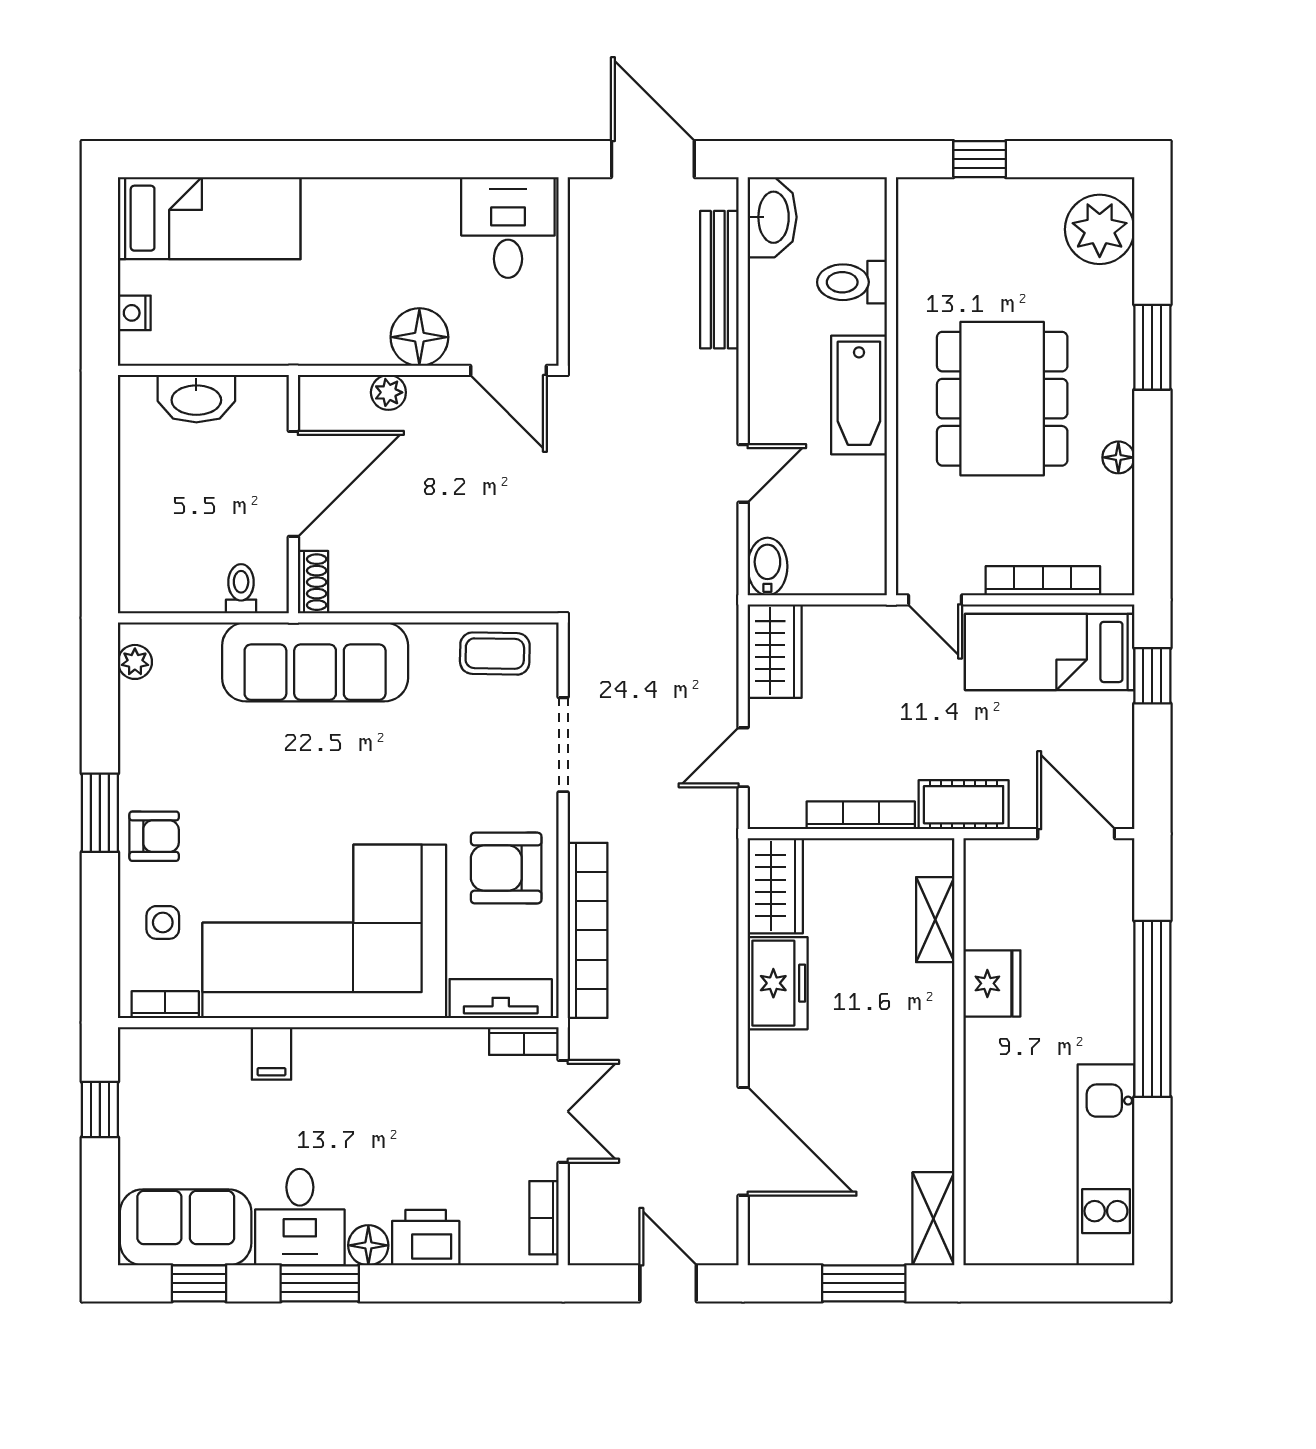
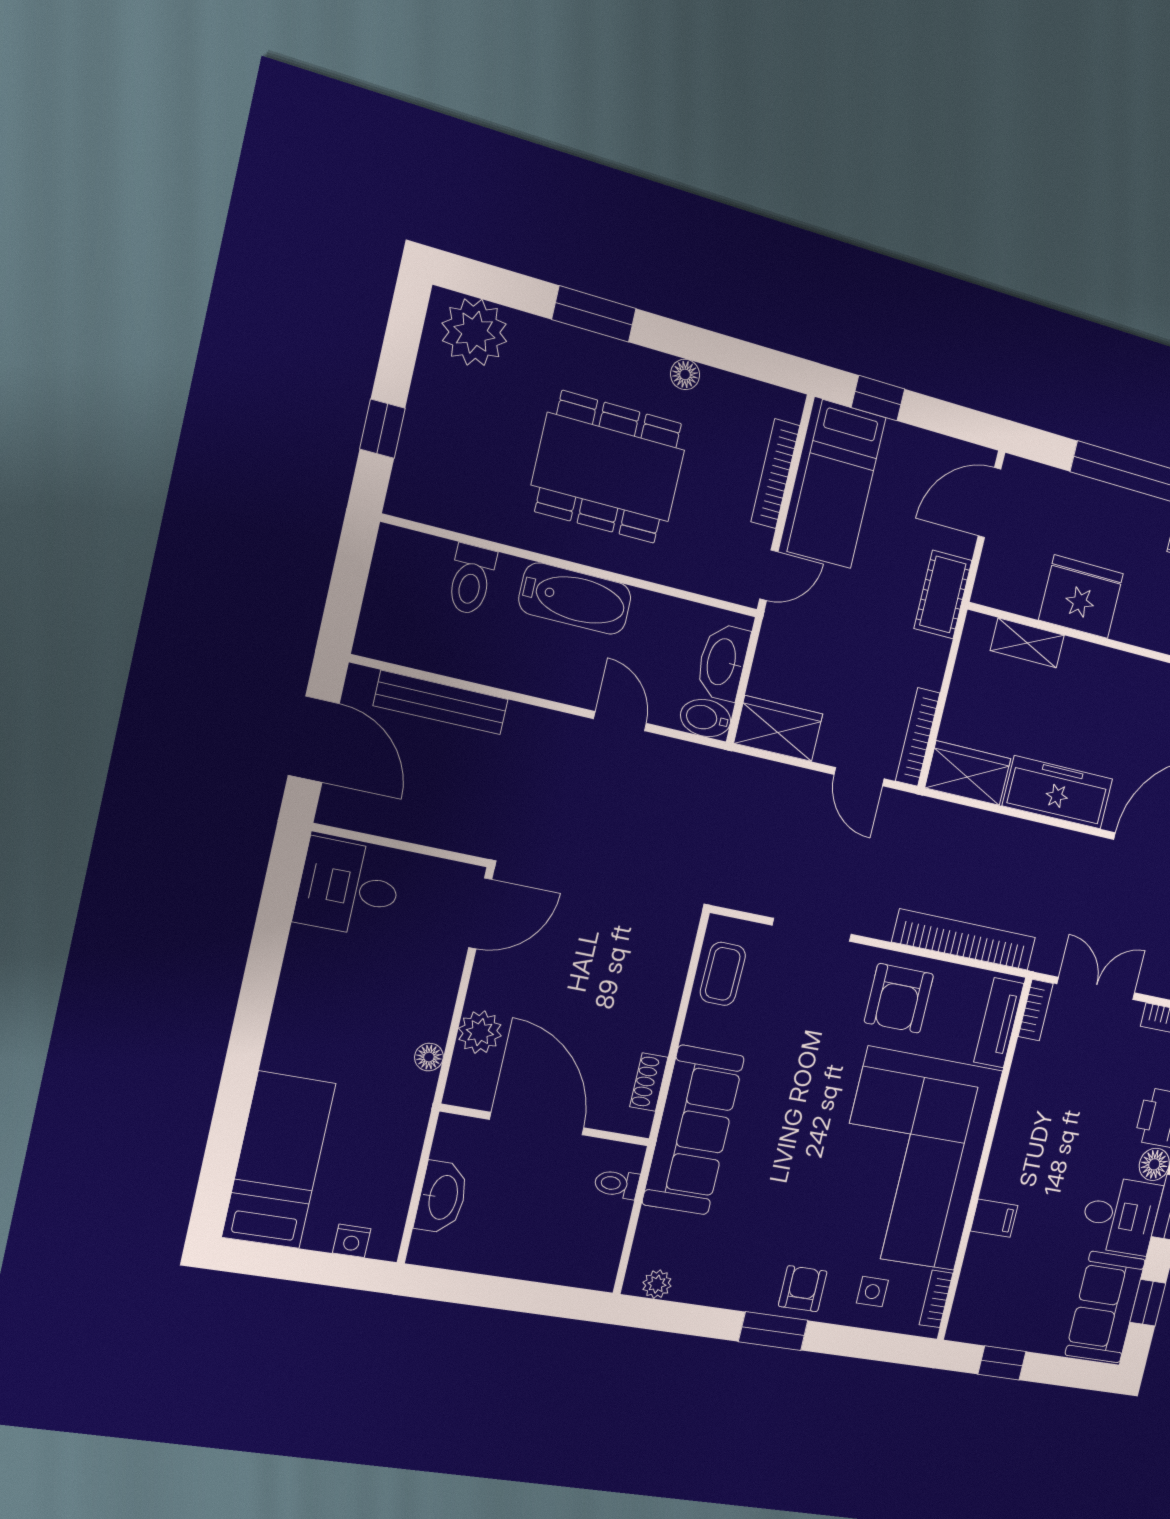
door: (653, 159) -> (314, 739), swing flipped
washbasin: (772, 217) -> (723, 662), moved, turned -90
floor lamp: (419, 337) -> (429, 1057), moved, width x0.53, depth x0.53
plant: (388, 392) -> (480, 1032), width x1.38, depth x1.38
shoe rack: (313, 582) -> (649, 1082), moved, turned -90
bookcase: (861, 815) -> (918, 737), moved
freezer: (778, 983) -> (1058, 792), width x1.40
fridge: (992, 983) -> (1081, 597), width x1.36, depth x1.34

